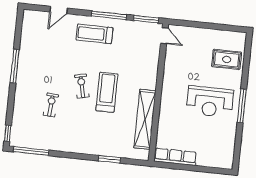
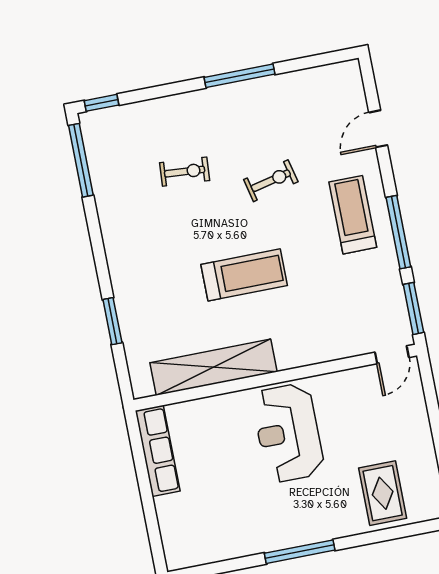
door: (59, 10) -> (378, 129), hinge flipped
exercise bike: (82, 86) -> (271, 181), moved
reception desk: (210, 102) -> (288, 433), moved

